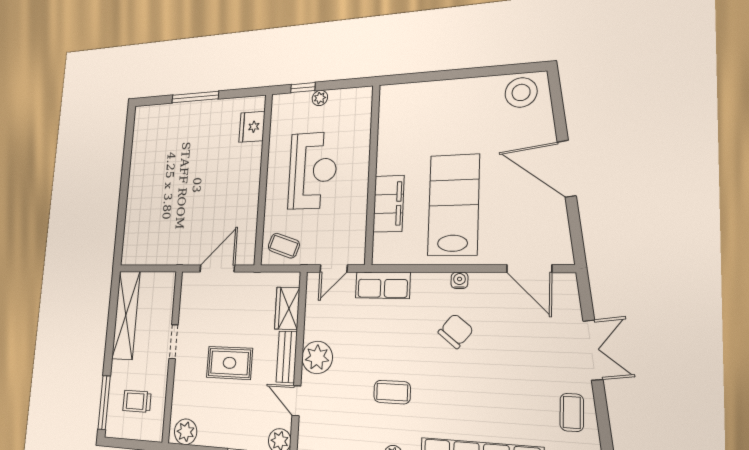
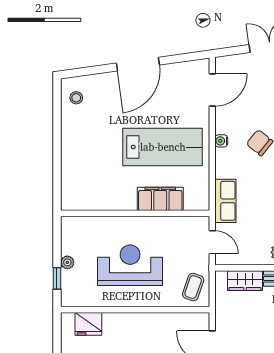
stool: (521, 92) -> (76, 98), width x0.53, depth x0.53
lab bench: (454, 205) -> (163, 147), turned 180

